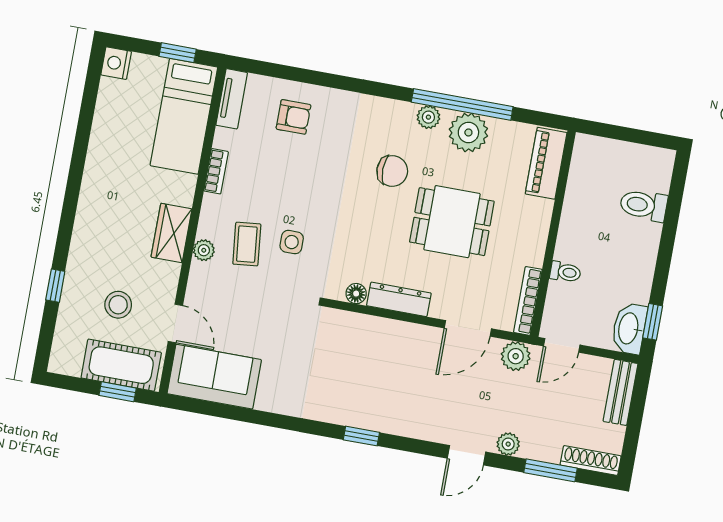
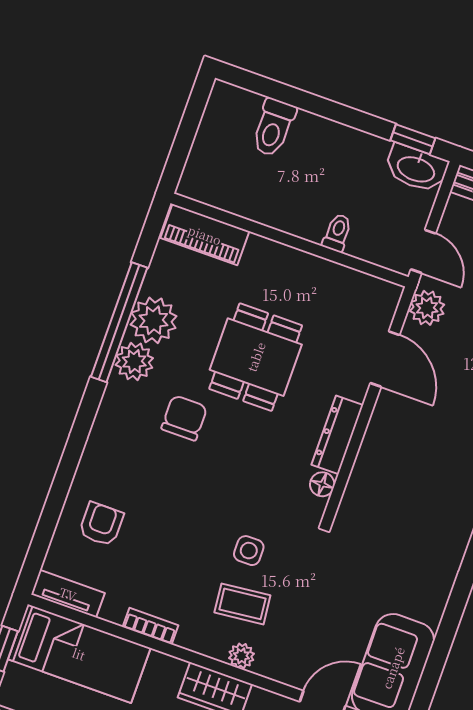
plant: (428, 117) -> (134, 361), width x1.38, depth x1.38
bookcase: (528, 301) -> (364, 283), removed

